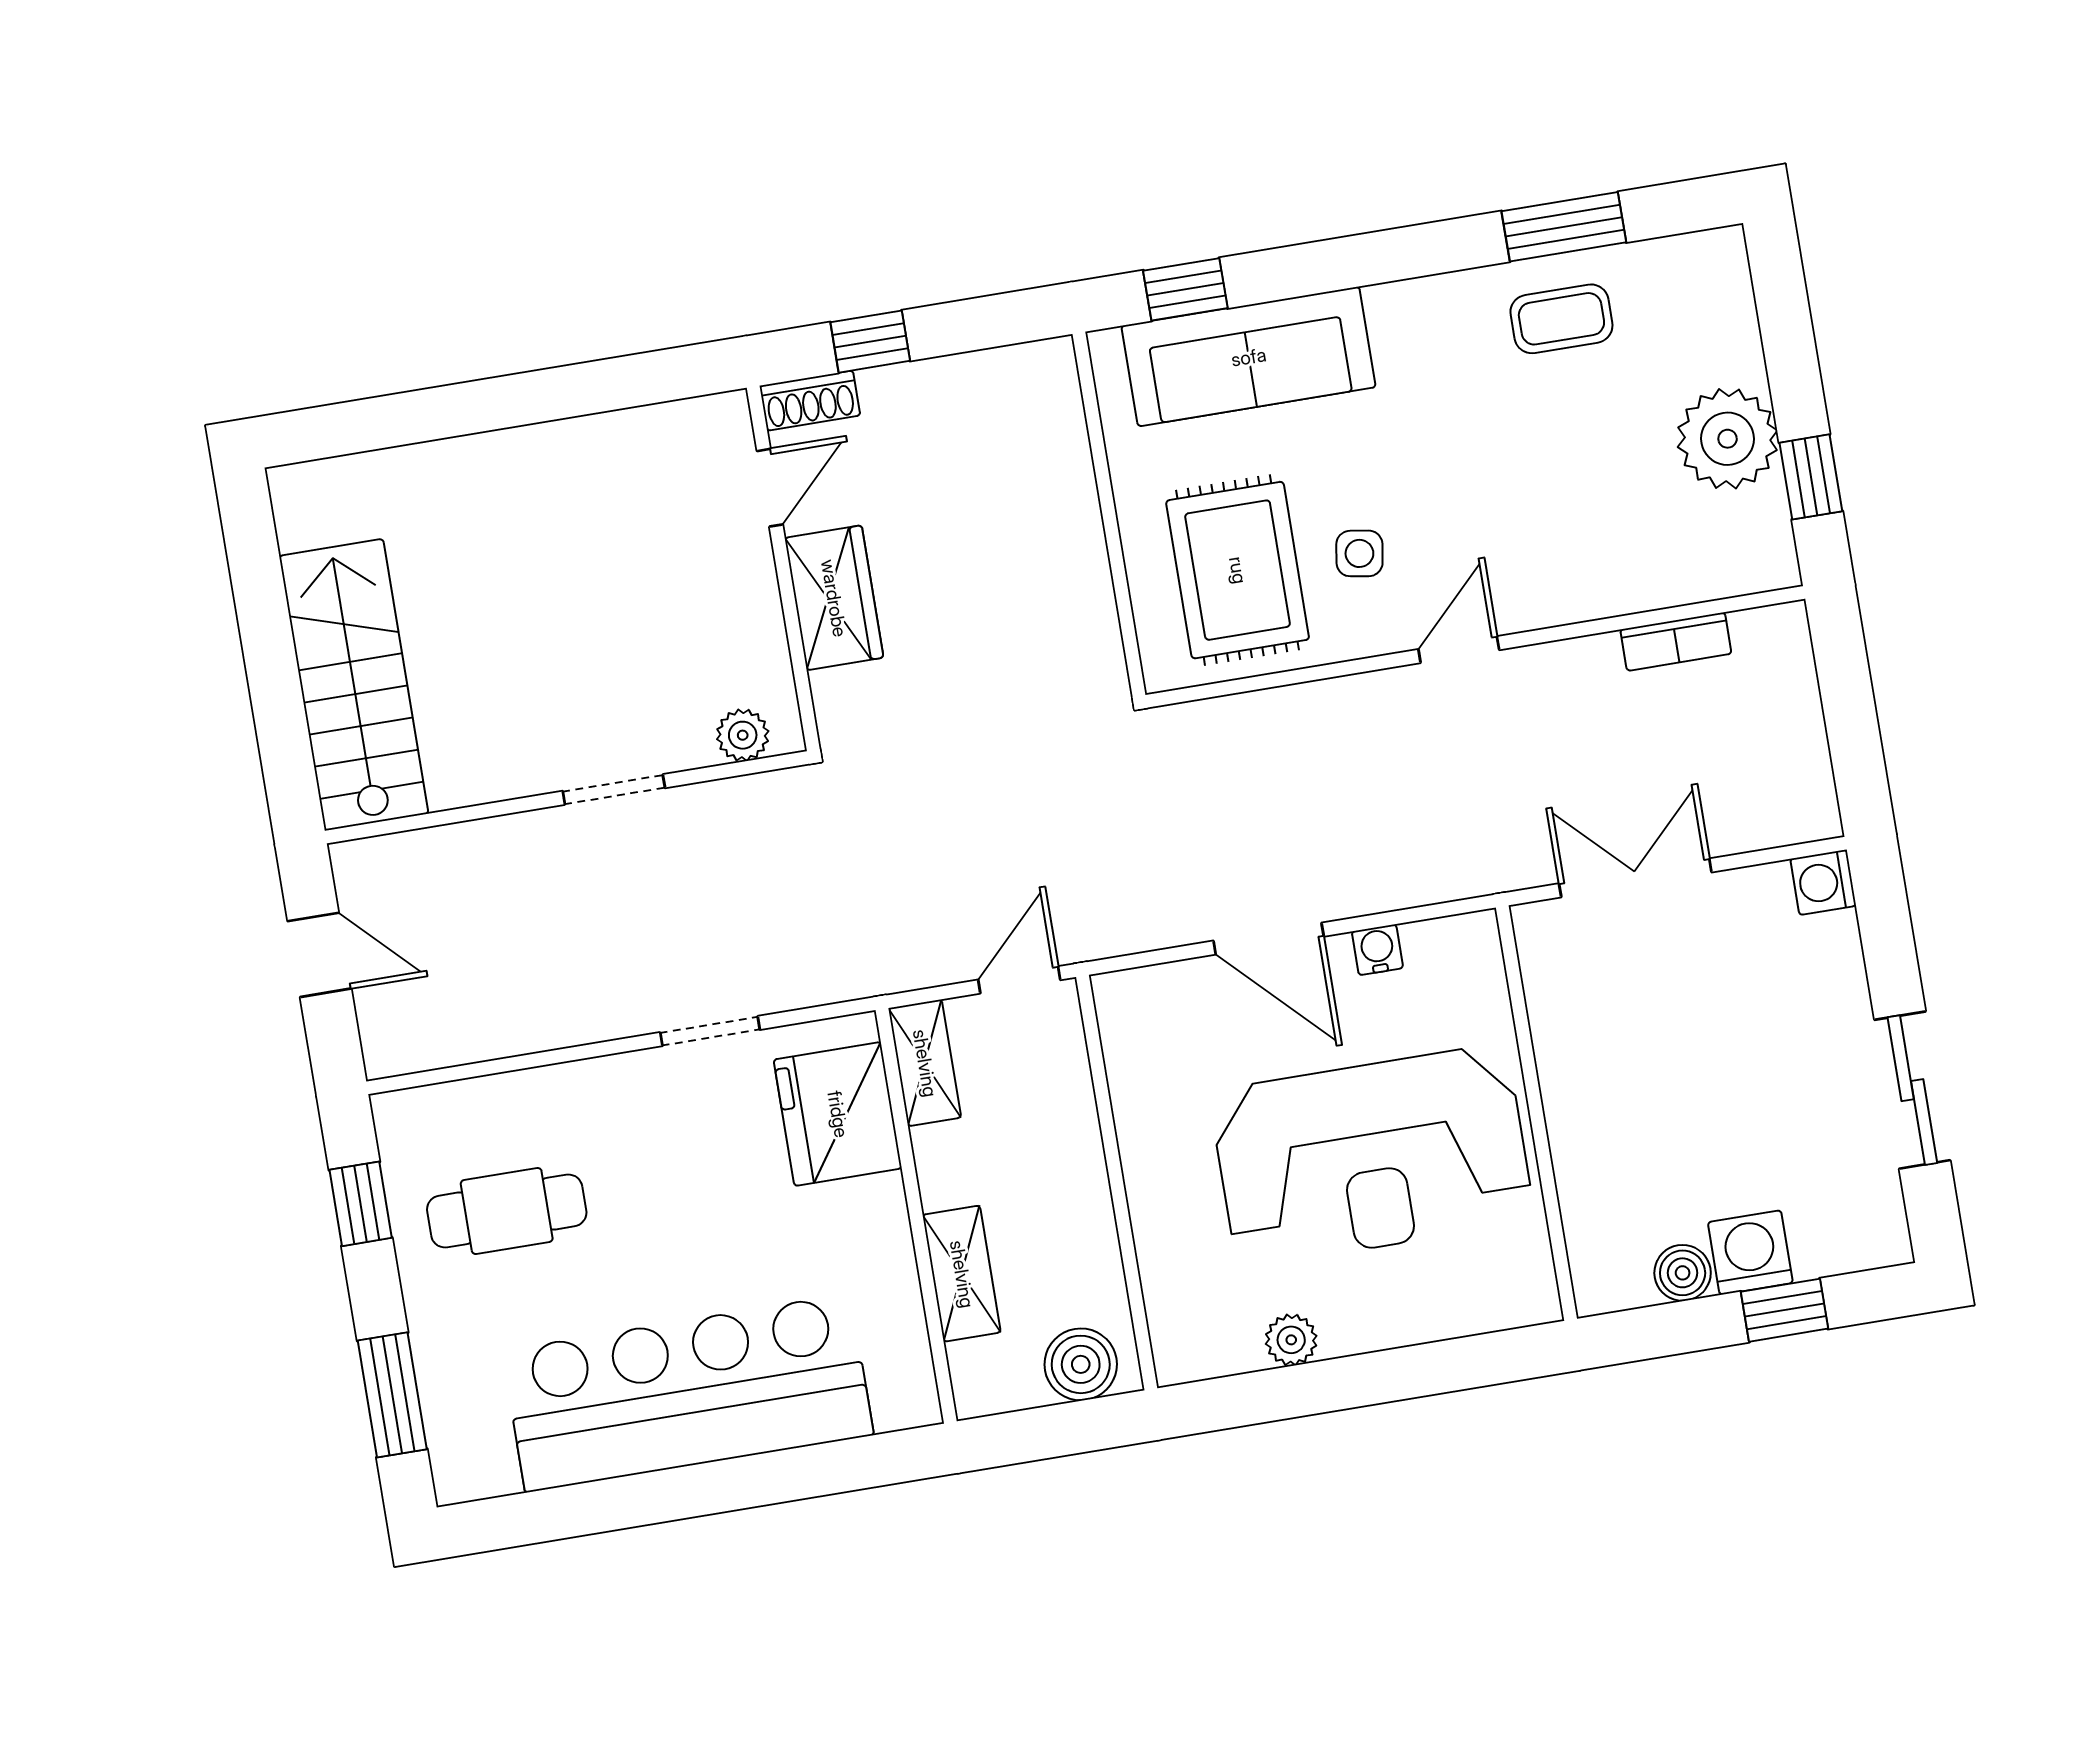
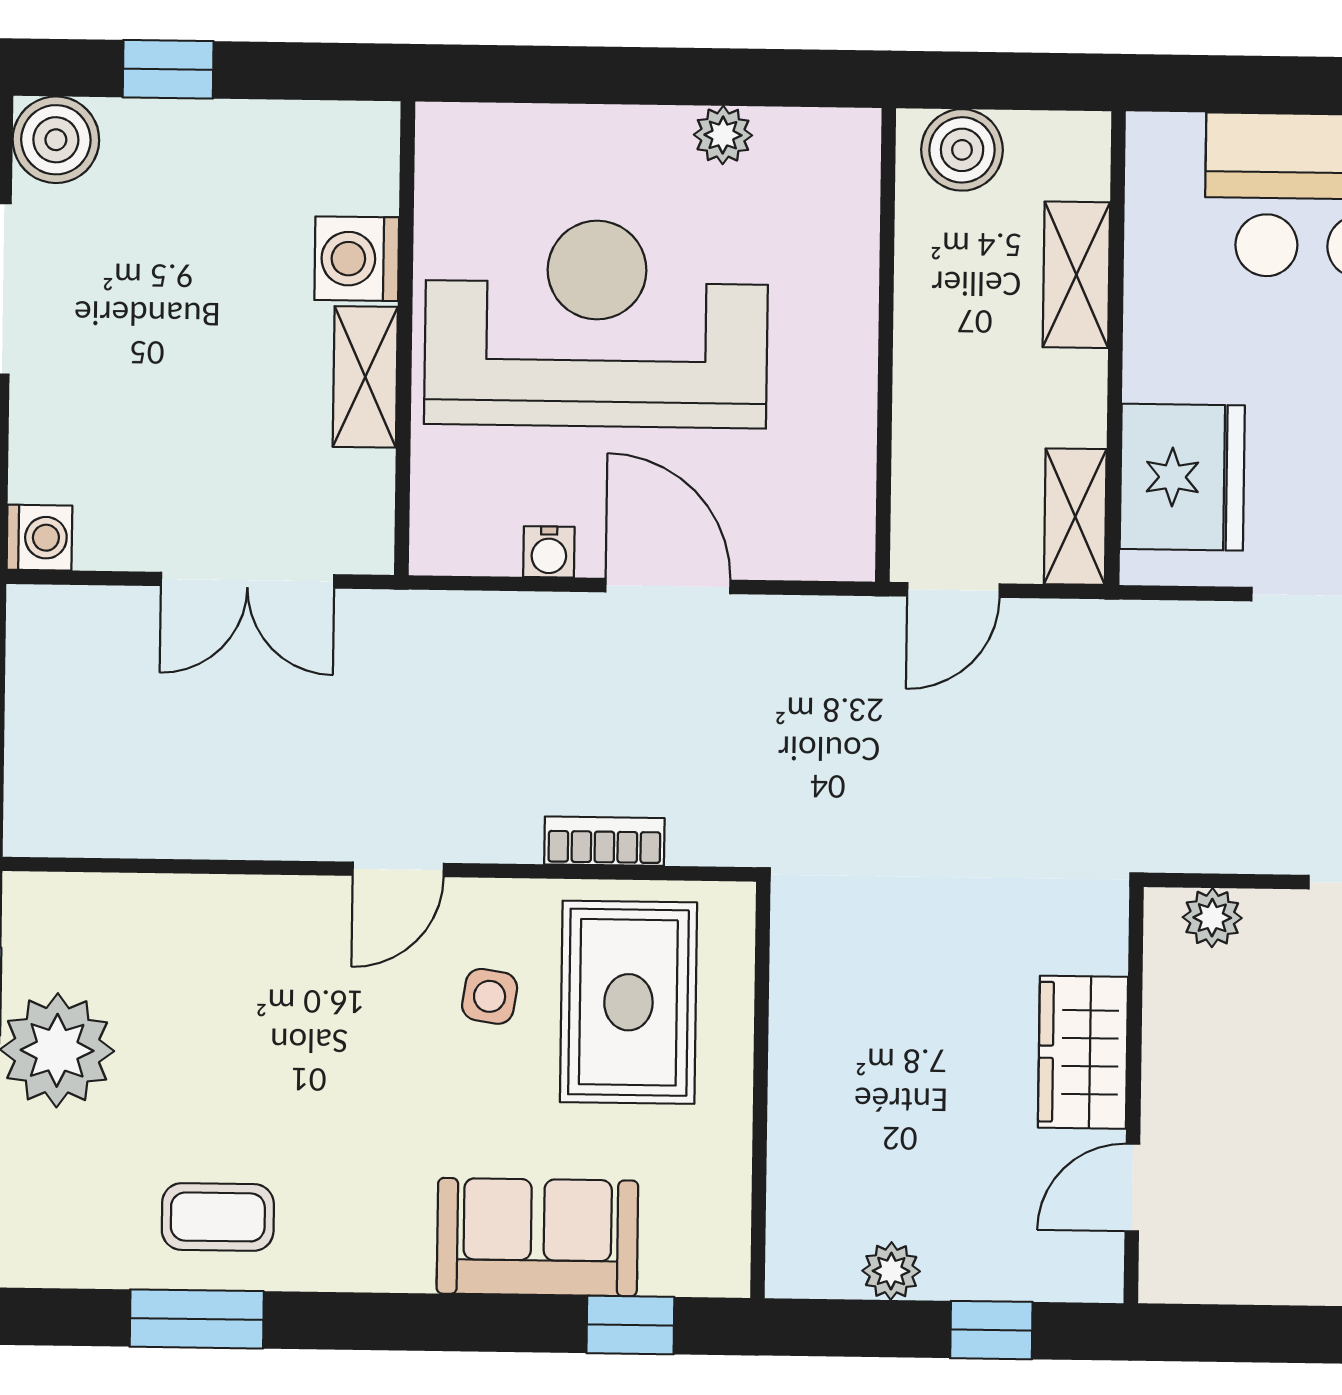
sofa: (1249, 357) -> (537, 1237), width x0.73
plant: (967, 377) -> (891, 1271), added
shoe rack: (810, 401) -> (1070, 1276), removed
bookcase: (1676, 642) -> (604, 841), moved
shelving: (1565, 1073) -> (365, 377), added
washing machine: (1750, 1253) -> (357, 259), moved, turned 90
boiler: (1683, 1273) -> (56, 140), moved, width x1.36, depth x1.36

